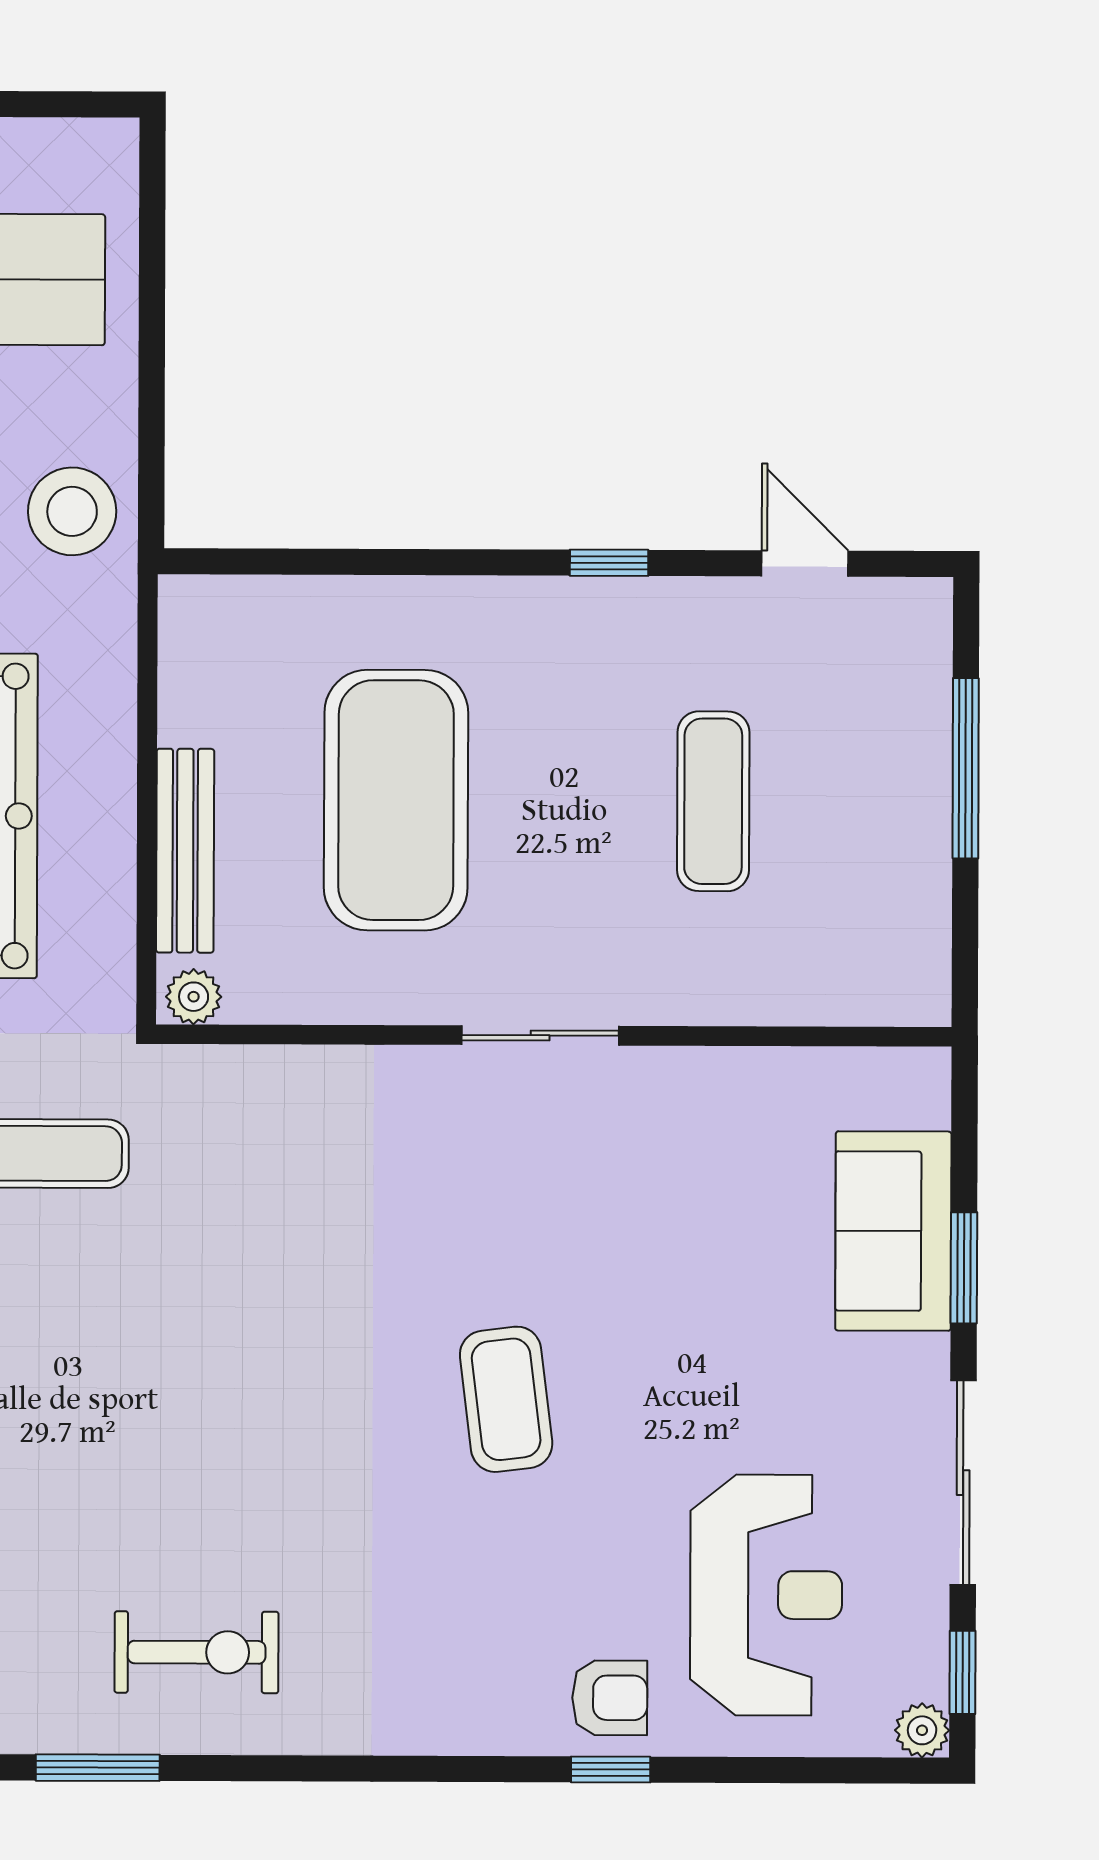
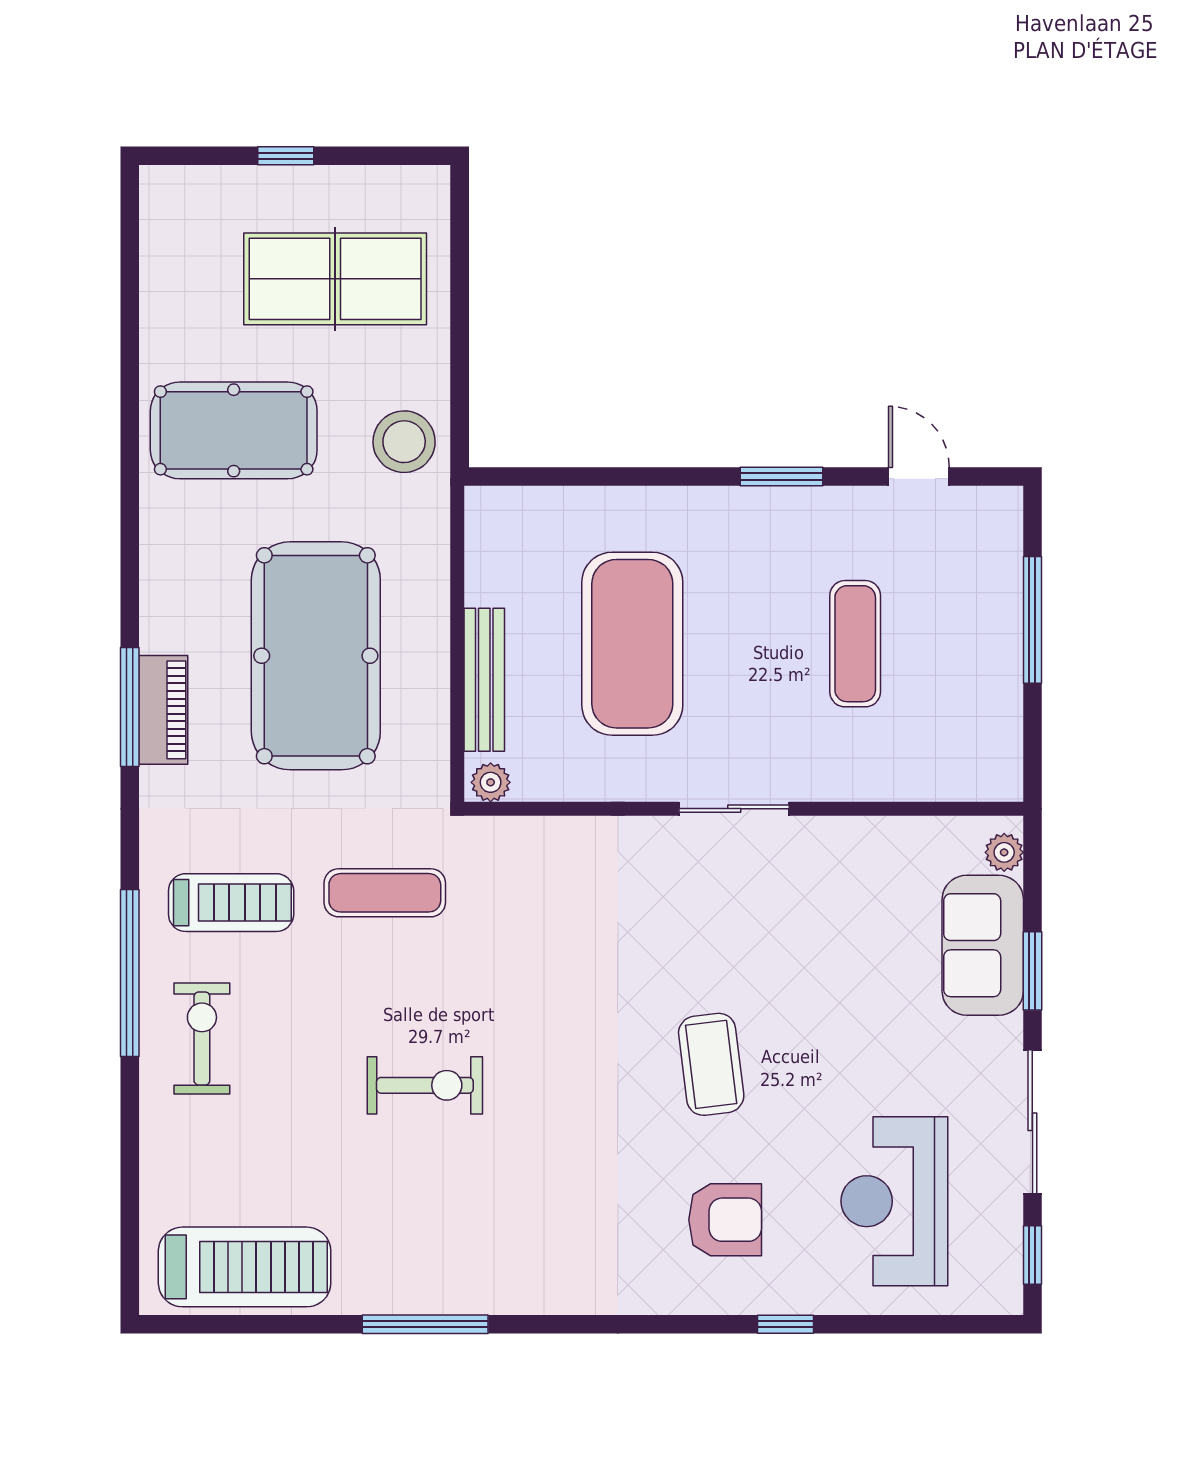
window: (609, 563) -> (781, 476), width x1.50
reception desk: (766, 1595) -> (894, 1201), turned 180
exercise bike: (197, 1652) -> (425, 1085), moved
armchair: (610, 1698) -> (725, 1220), moved, width x1.38, depth x1.38
plant: (922, 1730) -> (1004, 852), moved
window: (98, 1768) -> (425, 1324), width x1.44

